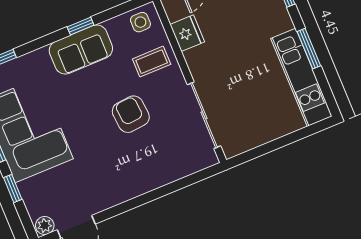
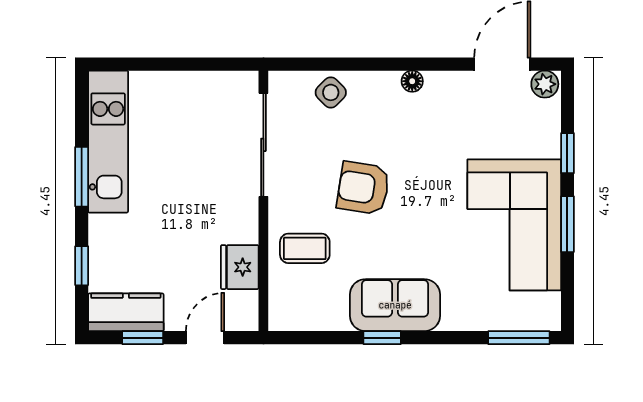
side table: (140, 22) -> (331, 92), moved, turned 45
armchair: (131, 114) -> (363, 188), turned 104
floor lamp: (128, 193) -> (412, 81), added

